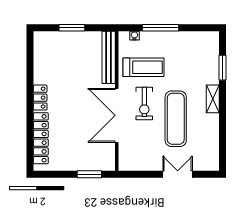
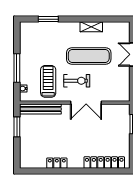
window: (72, 28) -> (17, 127), moved
locker: (40, 98) -> (57, 163), moved
shelving: (213, 99) -> (91, 27), moved
double door: (117, 115) -> (86, 103), width x0.73

